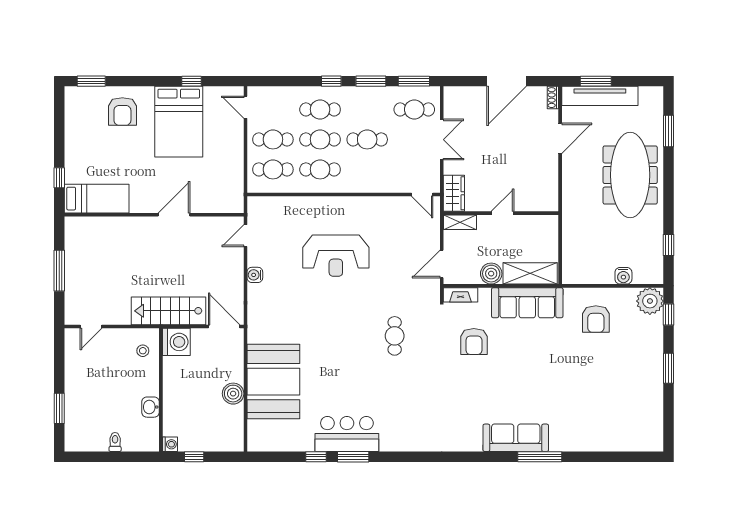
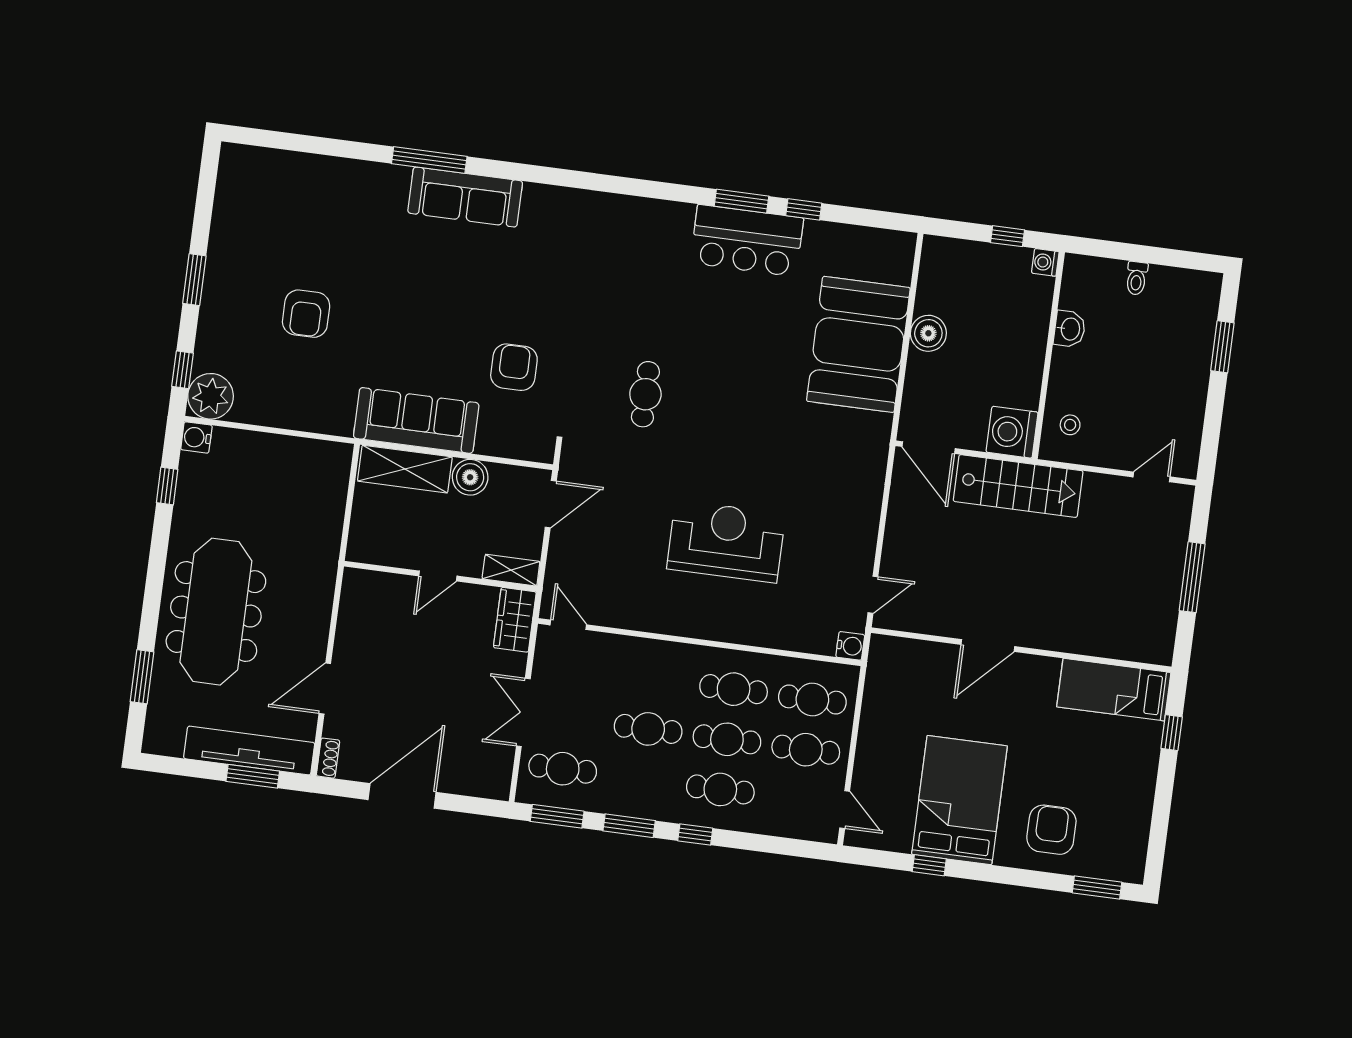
water cooler: (255, 275) -> (850, 646), moved
water cooler: (623, 276) -> (196, 437), moved, turned -90
fireplace: (460, 295) -> (526, 448), removed
armchair: (596, 319) -> (306, 314), moved, turned 180

